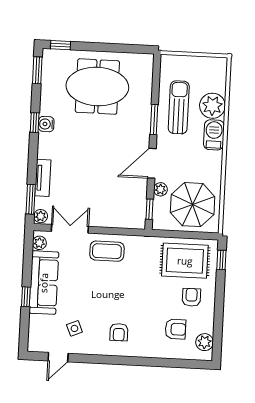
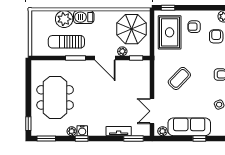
plant: (41, 216) -> (72, 131), moved
coffee table: (107, 251) -> (179, 78), moved, turned 44

